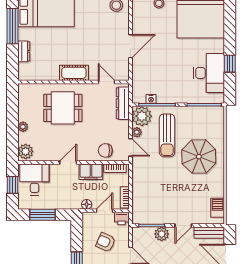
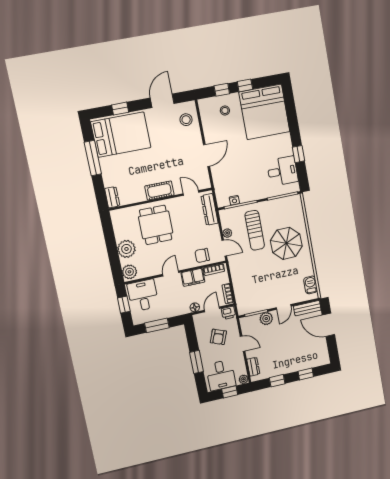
dresser: (24, 51) -> (112, 197), moved
desk: (209, 73) -> (282, 171), width x0.73
dining table: (63, 108) -> (156, 225), turned 90
plant: (142, 116) -> (229, 218), removed
plant: (23, 127) -> (126, 249), width x1.88, depth x1.88
armchair: (106, 242) -> (218, 337), turned -93

